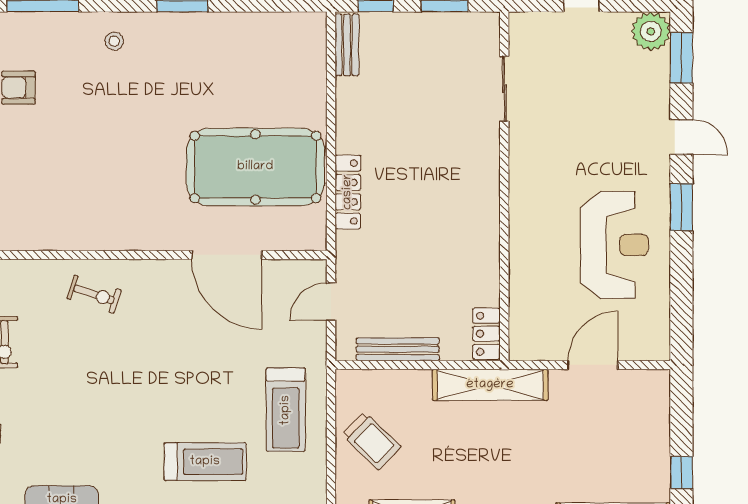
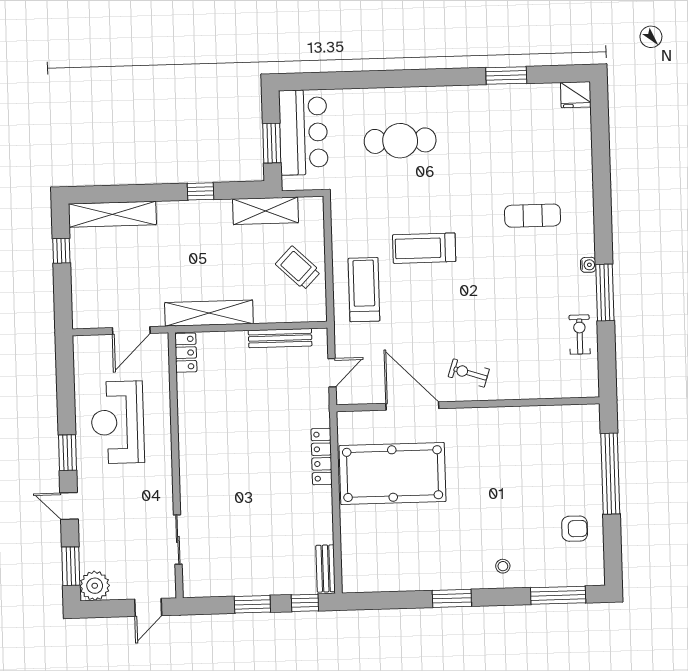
sliding door: (504, 89) -> (178, 539), moved
wall: (504, 186) -> (176, 465), moved
exercise bike: (94, 294) -> (469, 373), moved
locker: (486, 334) -> (186, 353), moved

